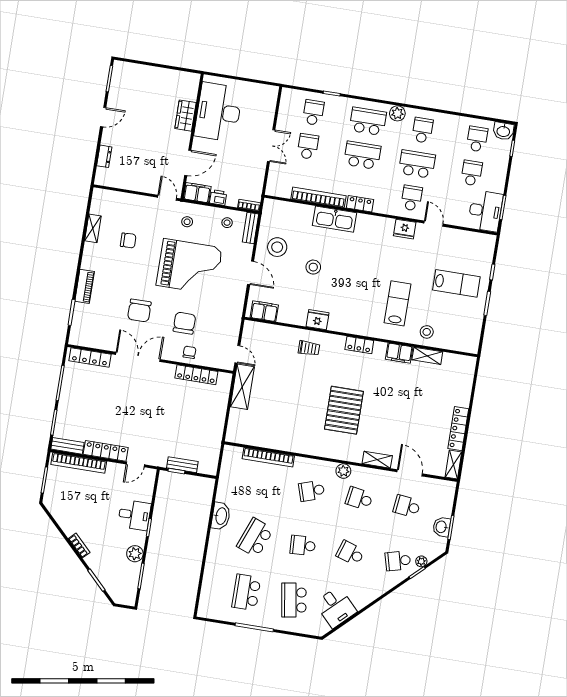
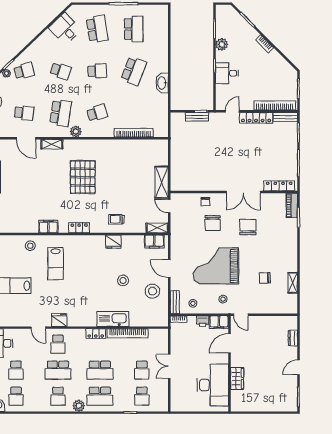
piano: (85, 286) -> (292, 205), moved
shelving: (427, 356) -> (157, 228), moved
locker: (196, 375) -> (197, 186), removed
school desk: (359, 499) -> (61, 113), width x1.85

